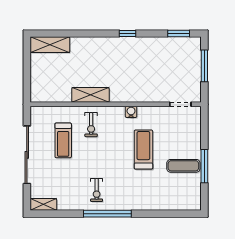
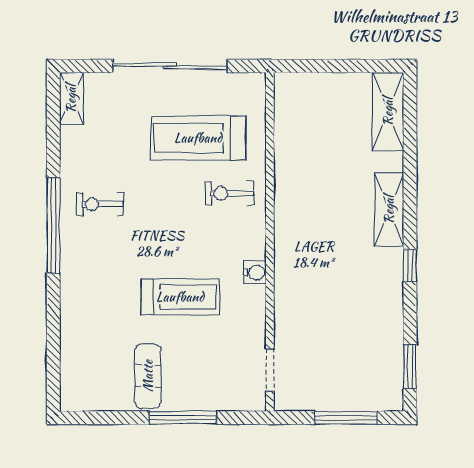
shelving: (90, 95) -> (389, 210), moved
treadmill: (63, 140) -> (198, 138), width x1.37, depth x1.38
window: (204, 166) -> (183, 418), moved

